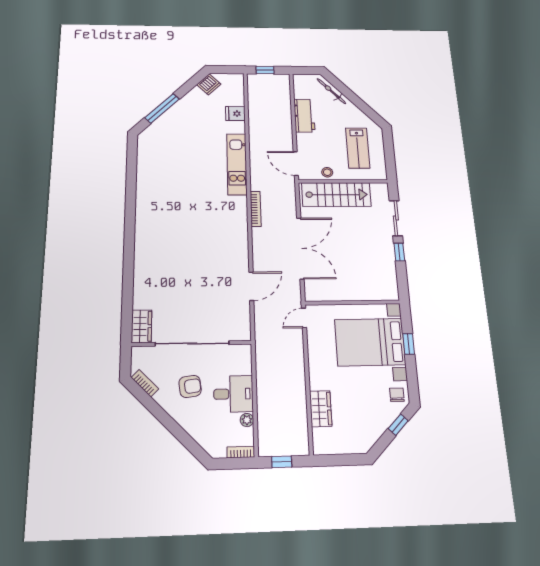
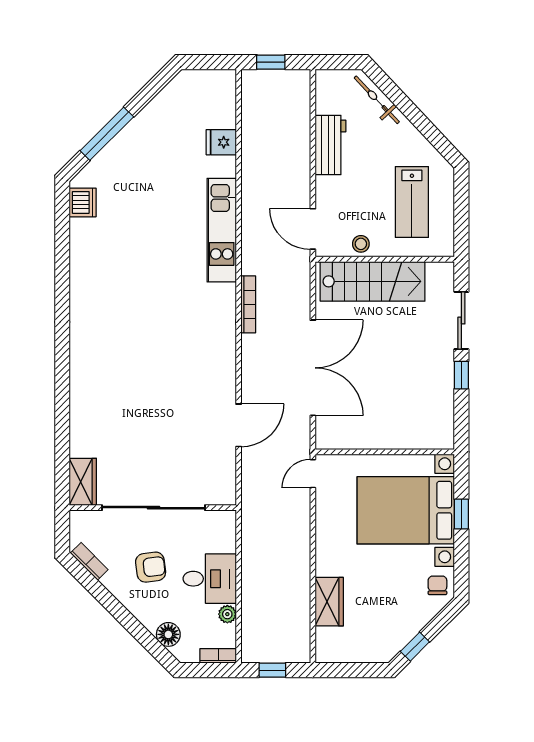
dishwasher: (209, 84) -> (83, 202), moved, turned -45
window: (398, 425) -> (415, 647), moved
floor lamp: (203, 437) -> (168, 634), added

